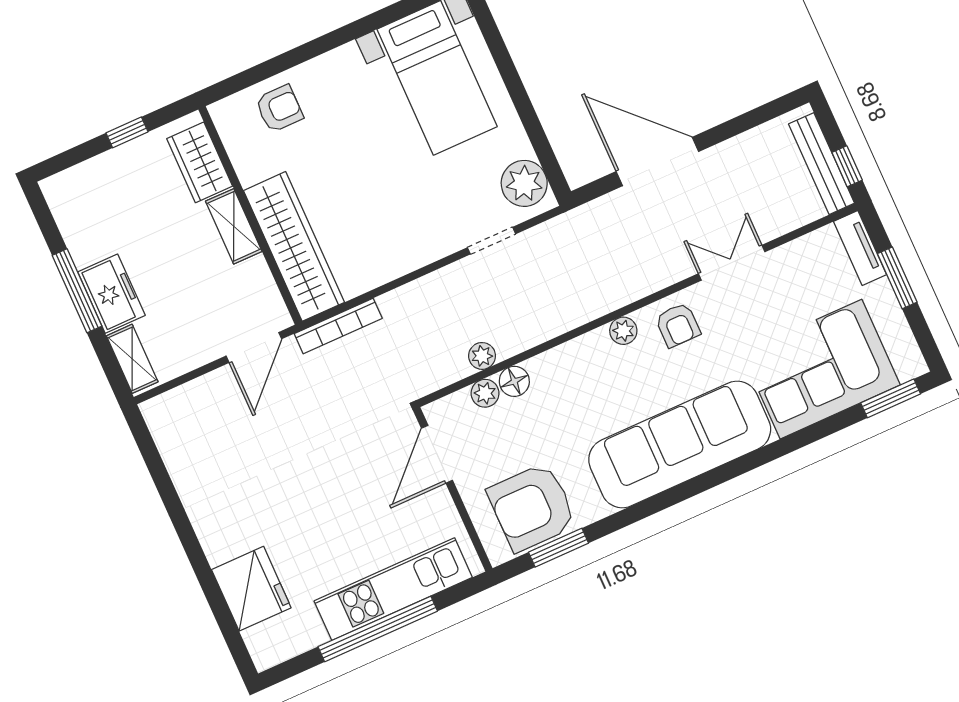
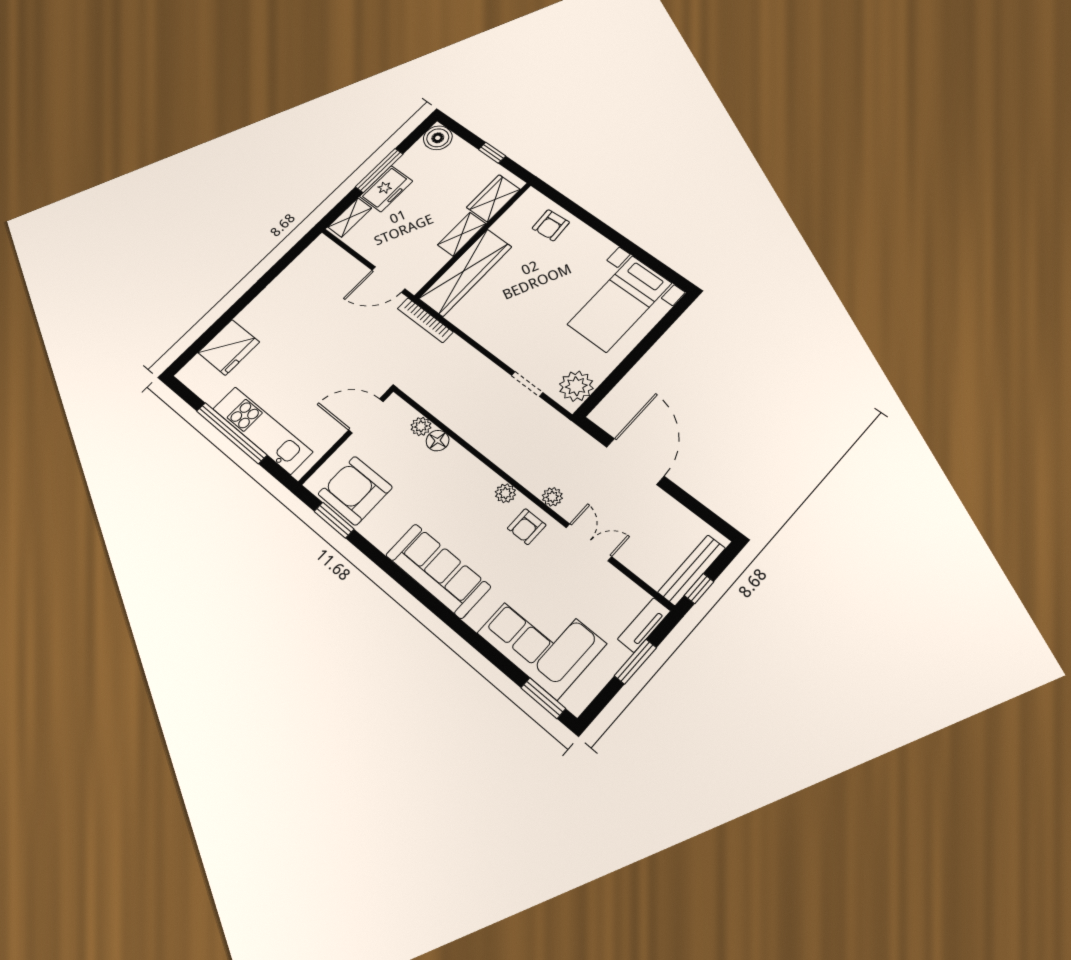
armchair: (279, 109) -> (551, 225), turned 86
boiler: (65, 192) -> (438, 138), added
plant: (482, 356) -> (552, 497), moved
sofa: (680, 444) -> (438, 571), width x0.74, depth x0.79

